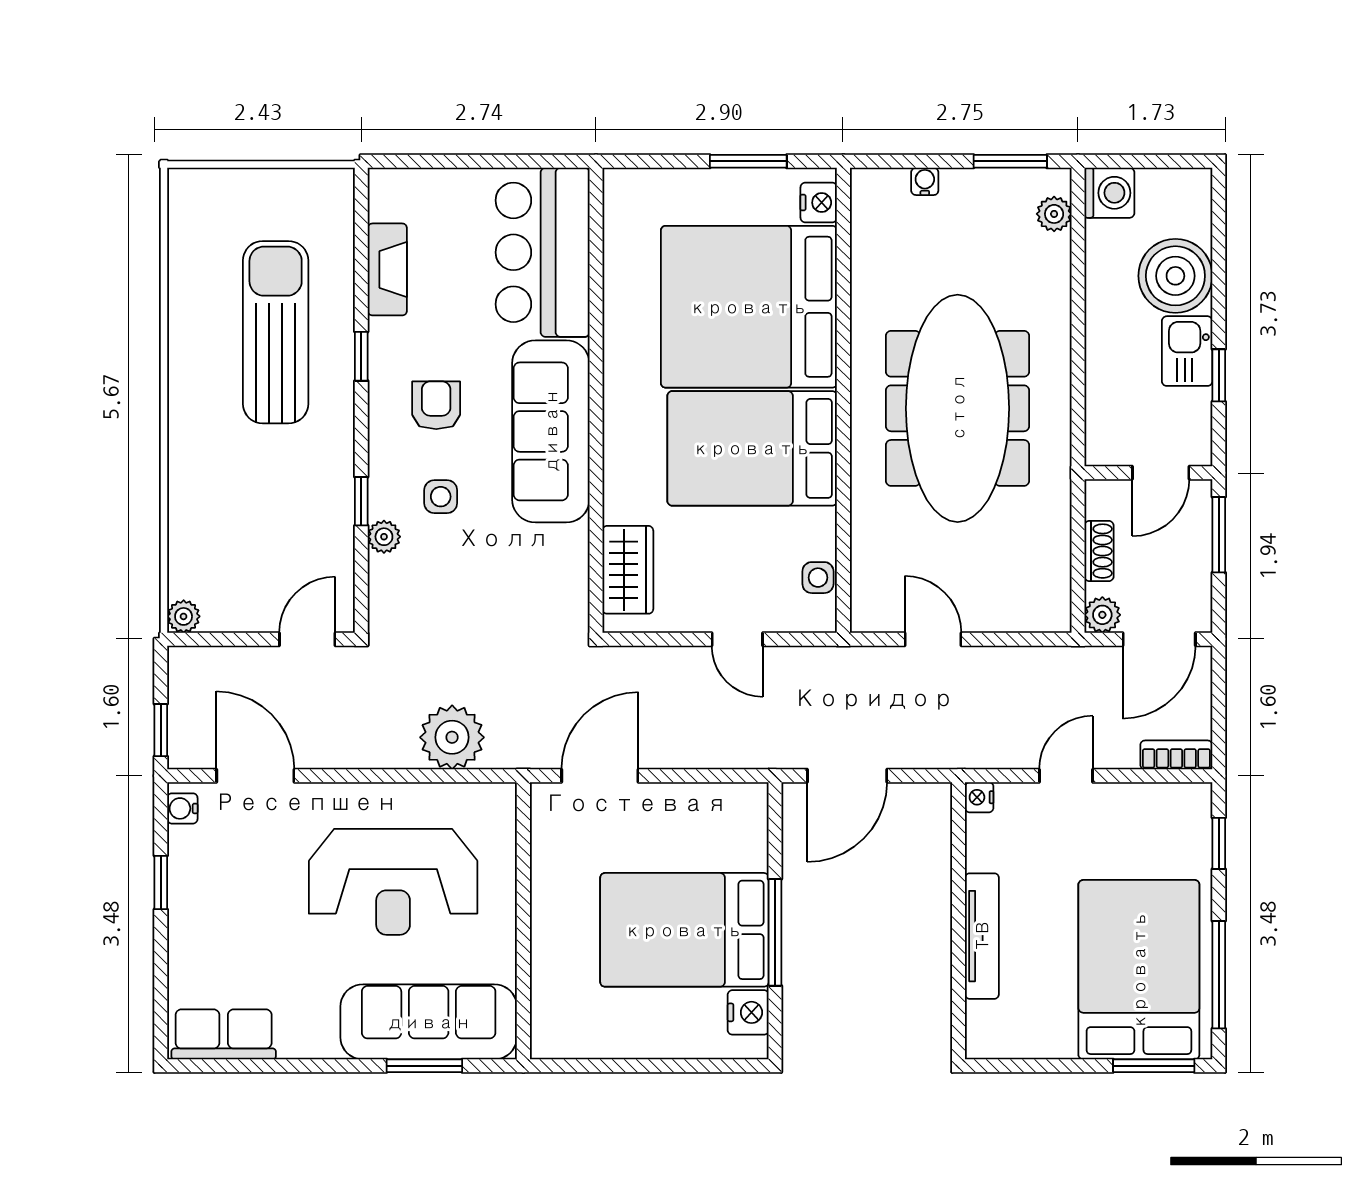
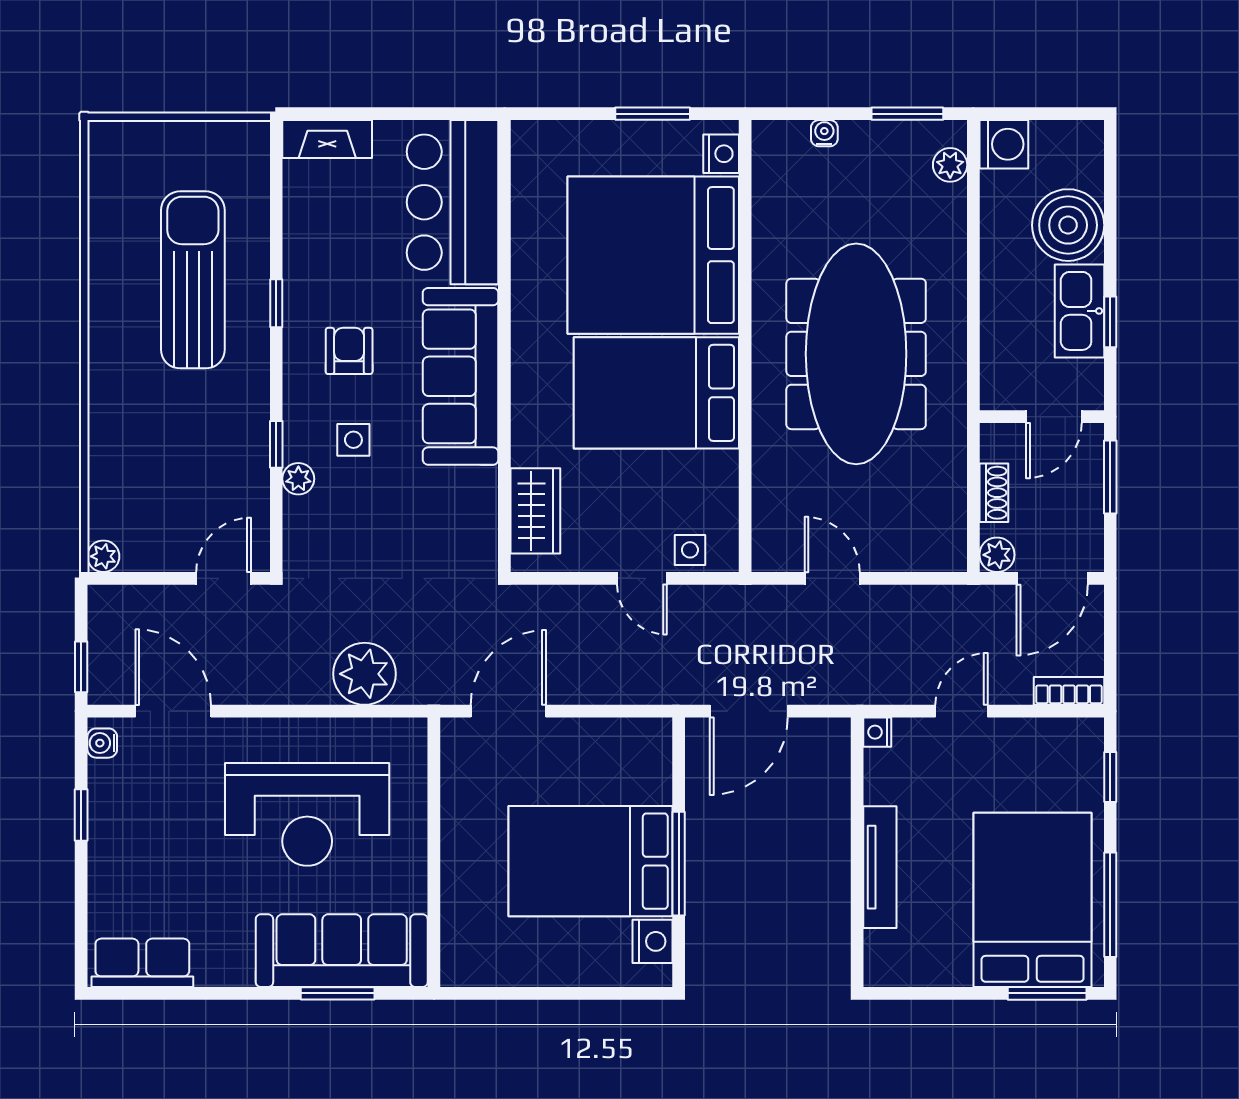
fireplace: (387, 269) -> (327, 139), moved, turned 90
kitchen sink: (1187, 351) -> (1079, 311), width x1.38
side table: (818, 578) -> (690, 550), moved

